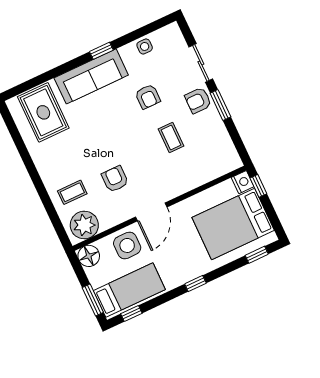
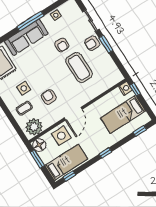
window: (101, 51) -> (30, 21), width x2.17
coffee table: (171, 137) -> (79, 68), width x1.86, depth x1.72
side table: (76, 159) -> (24, 88), added
bed: (233, 224) -> (123, 114), width x0.67
window: (93, 300) -> (37, 159), moved

